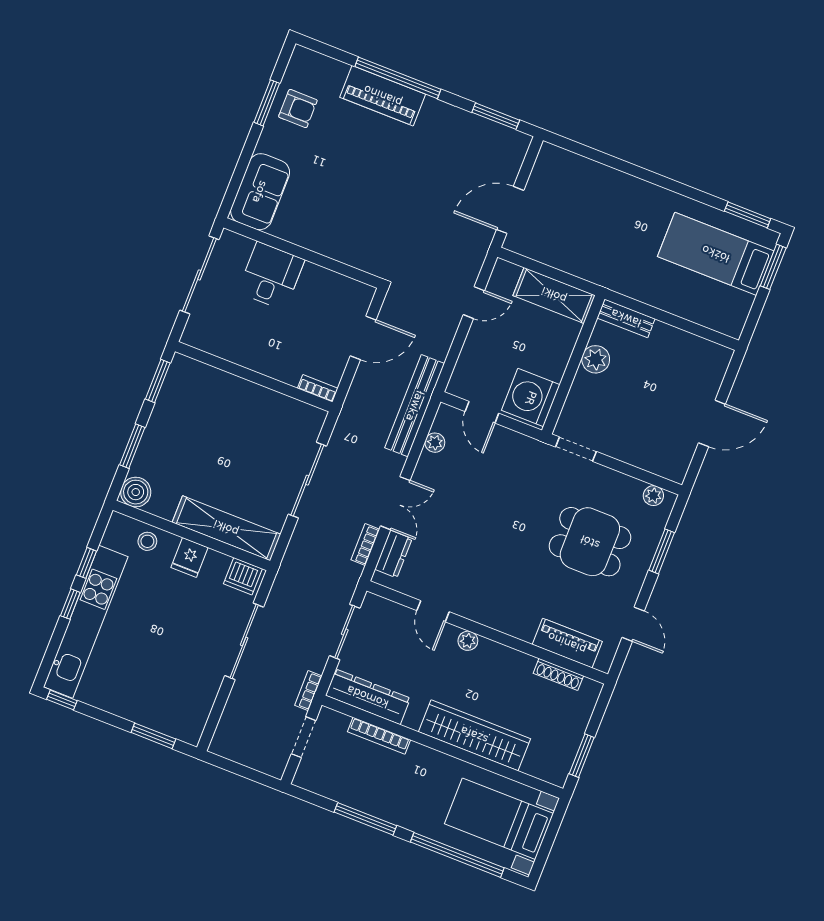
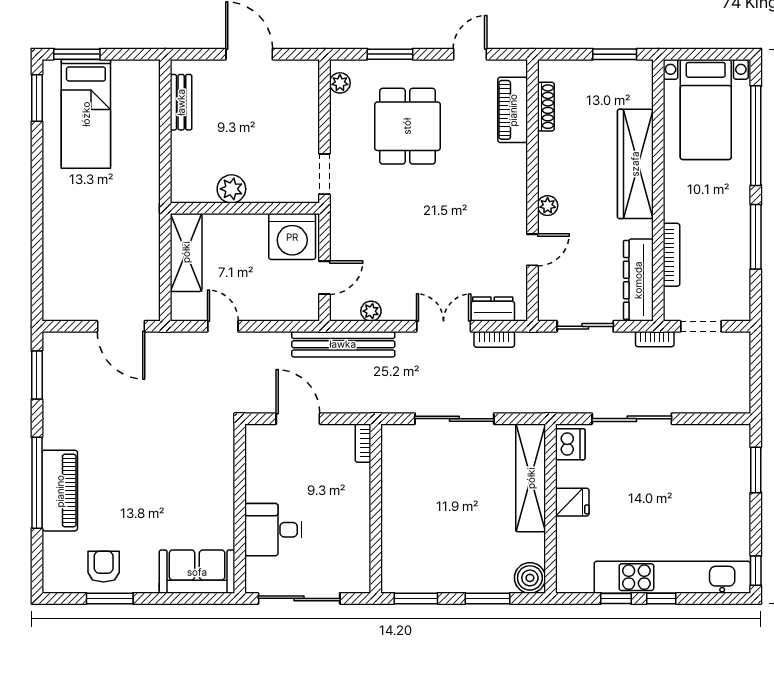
bench: (626, 318) -> (181, 102), moved
stool: (147, 541) -> (573, 548), removed

